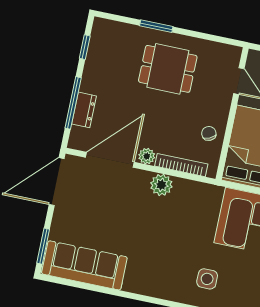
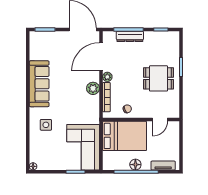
dining table: (168, 69) -> (158, 78), turned 90
dresser: (84, 110) -> (130, 36), width x1.44
door: (110, 160) -> (101, 57), swing flipped
sofa: (84, 265) -> (39, 84), moved

